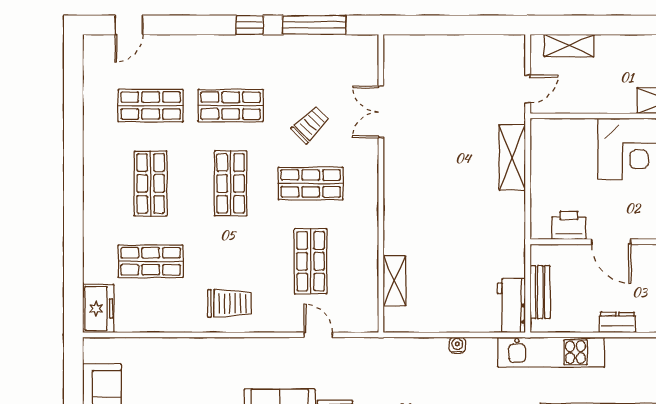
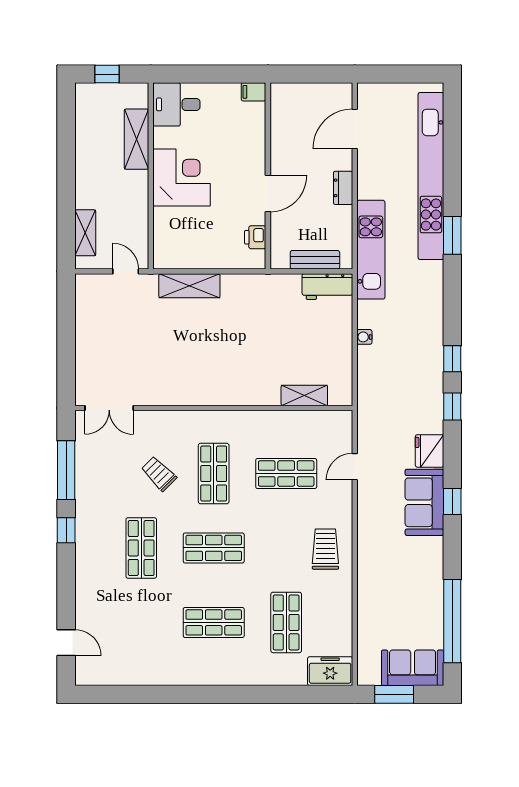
shop shelf: (151, 106) -> (141, 622), removed
double door: (381, 112) -> (109, 408), moved
printer: (569, 225) -> (255, 237), width x0.73, depth x0.81
window: (73, 377) -> (394, 694), added

